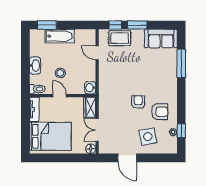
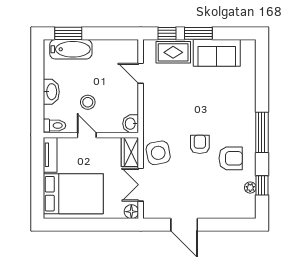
bathtub: (60, 36) -> (71, 49), moved
sofa: (161, 39) -> (217, 53), moved
window: (181, 63) -> (262, 132), moved
side table: (148, 137) -> (158, 153), moved

